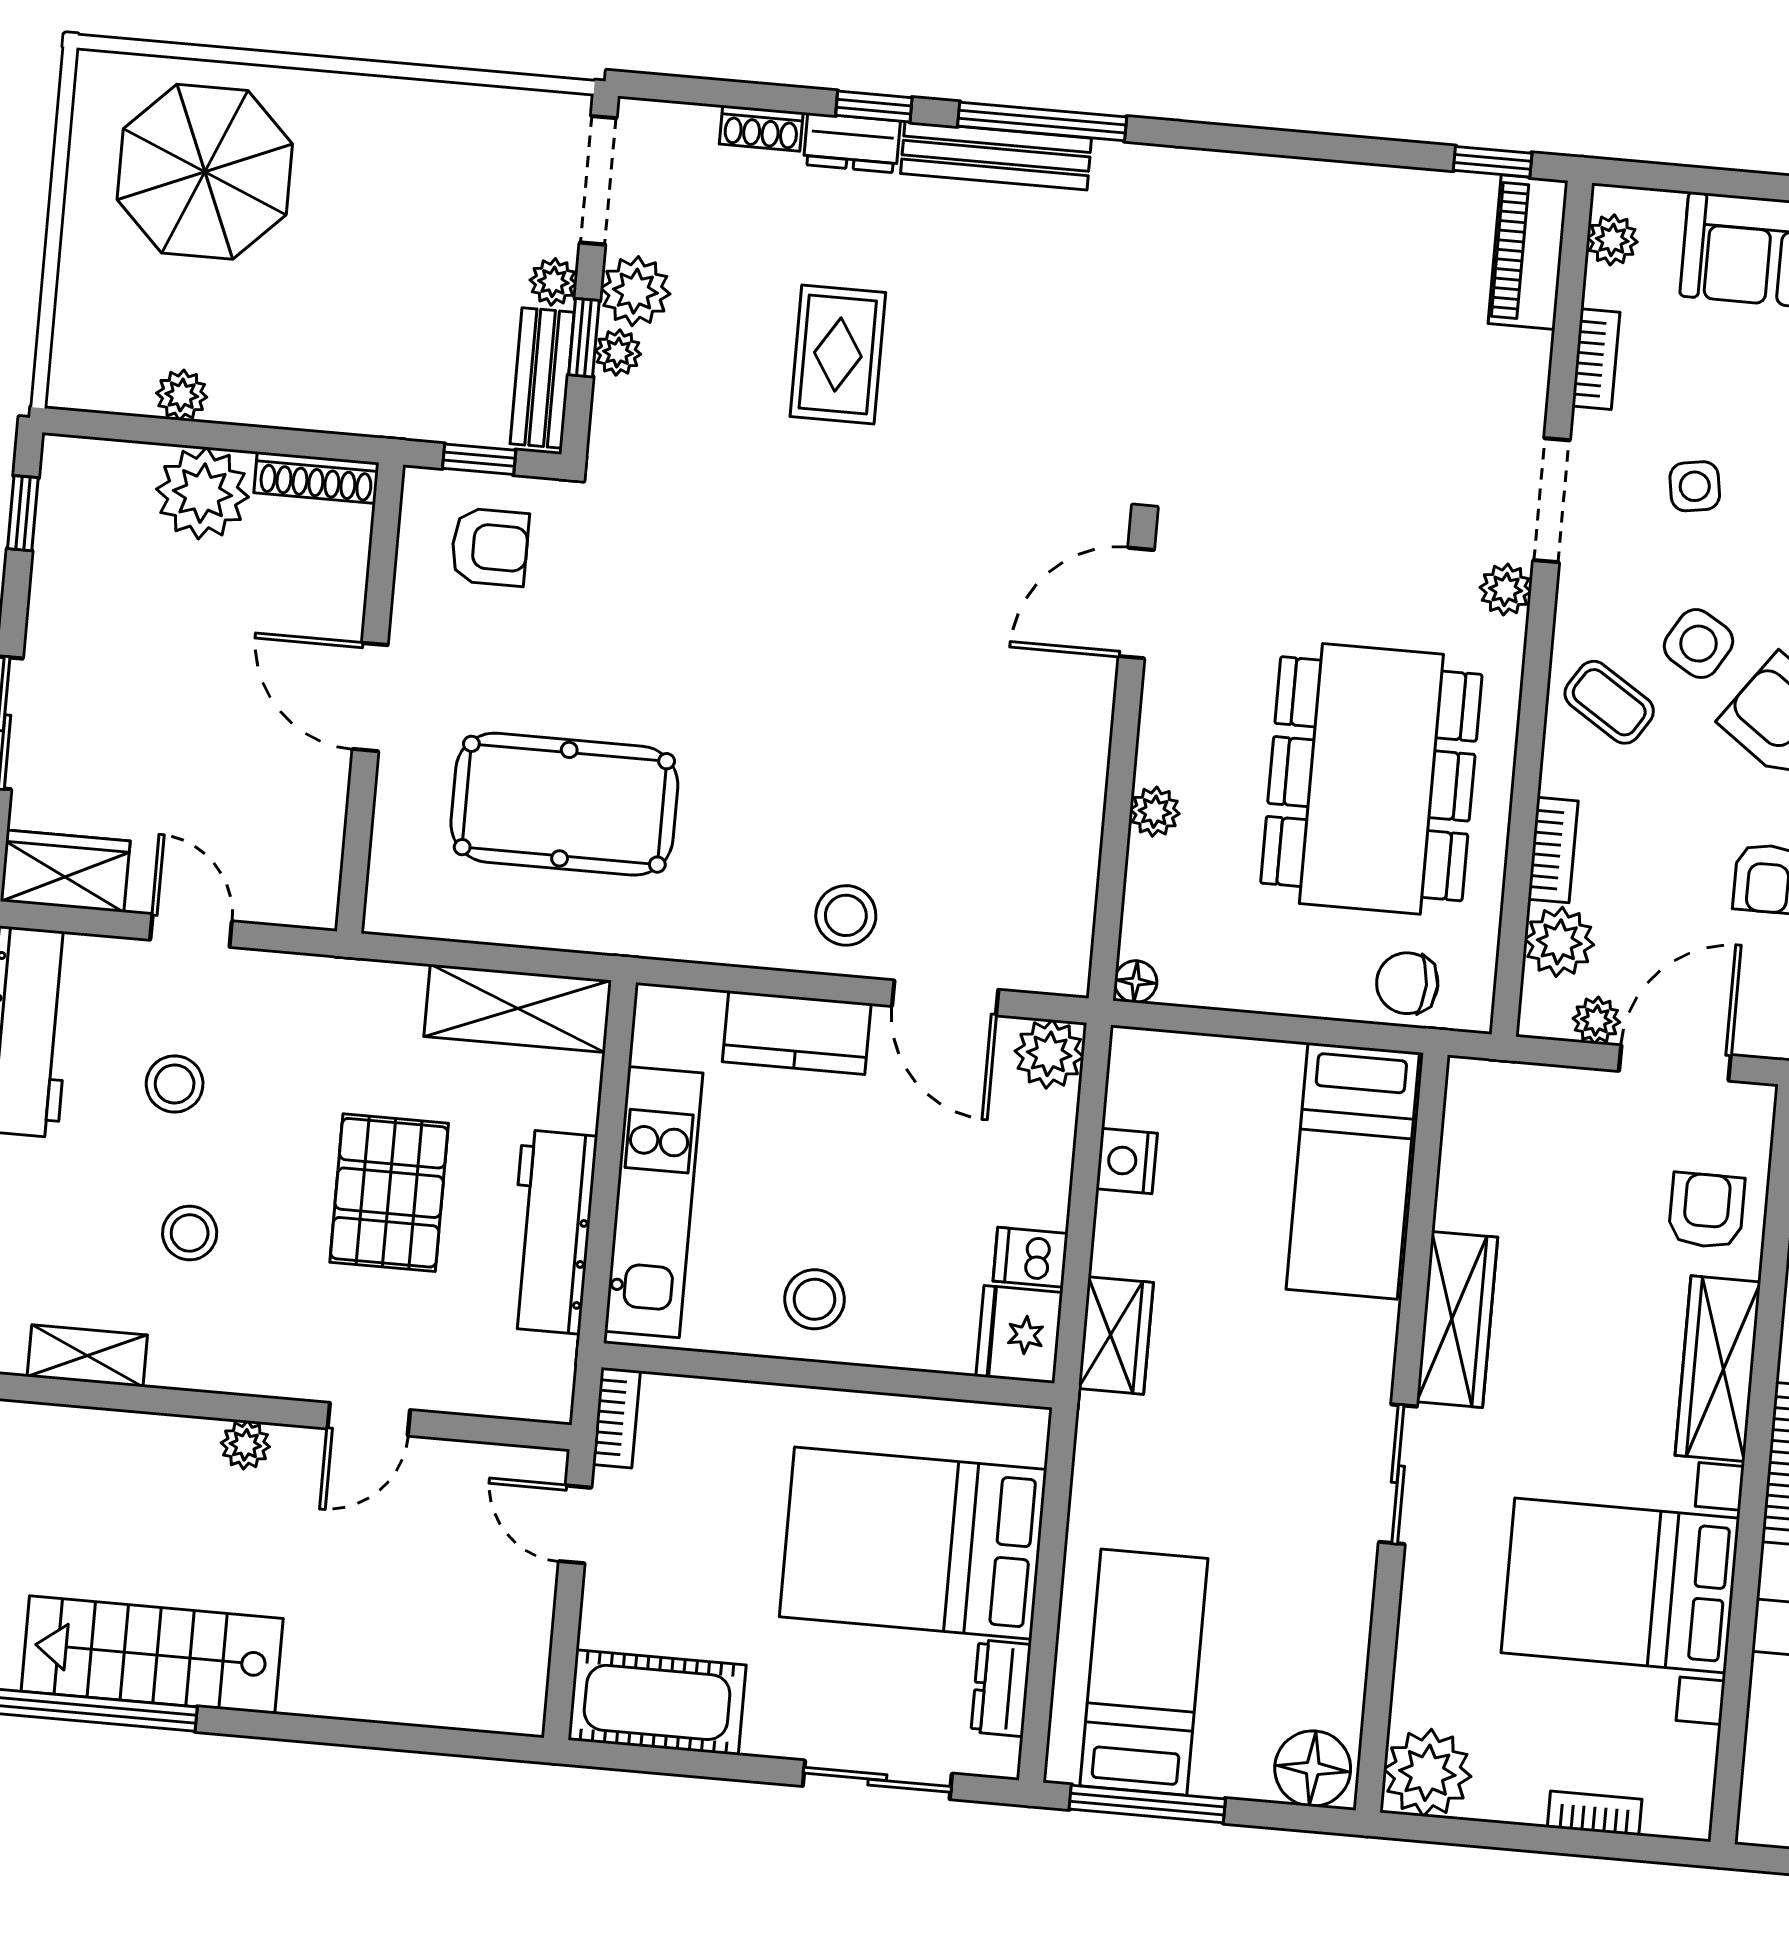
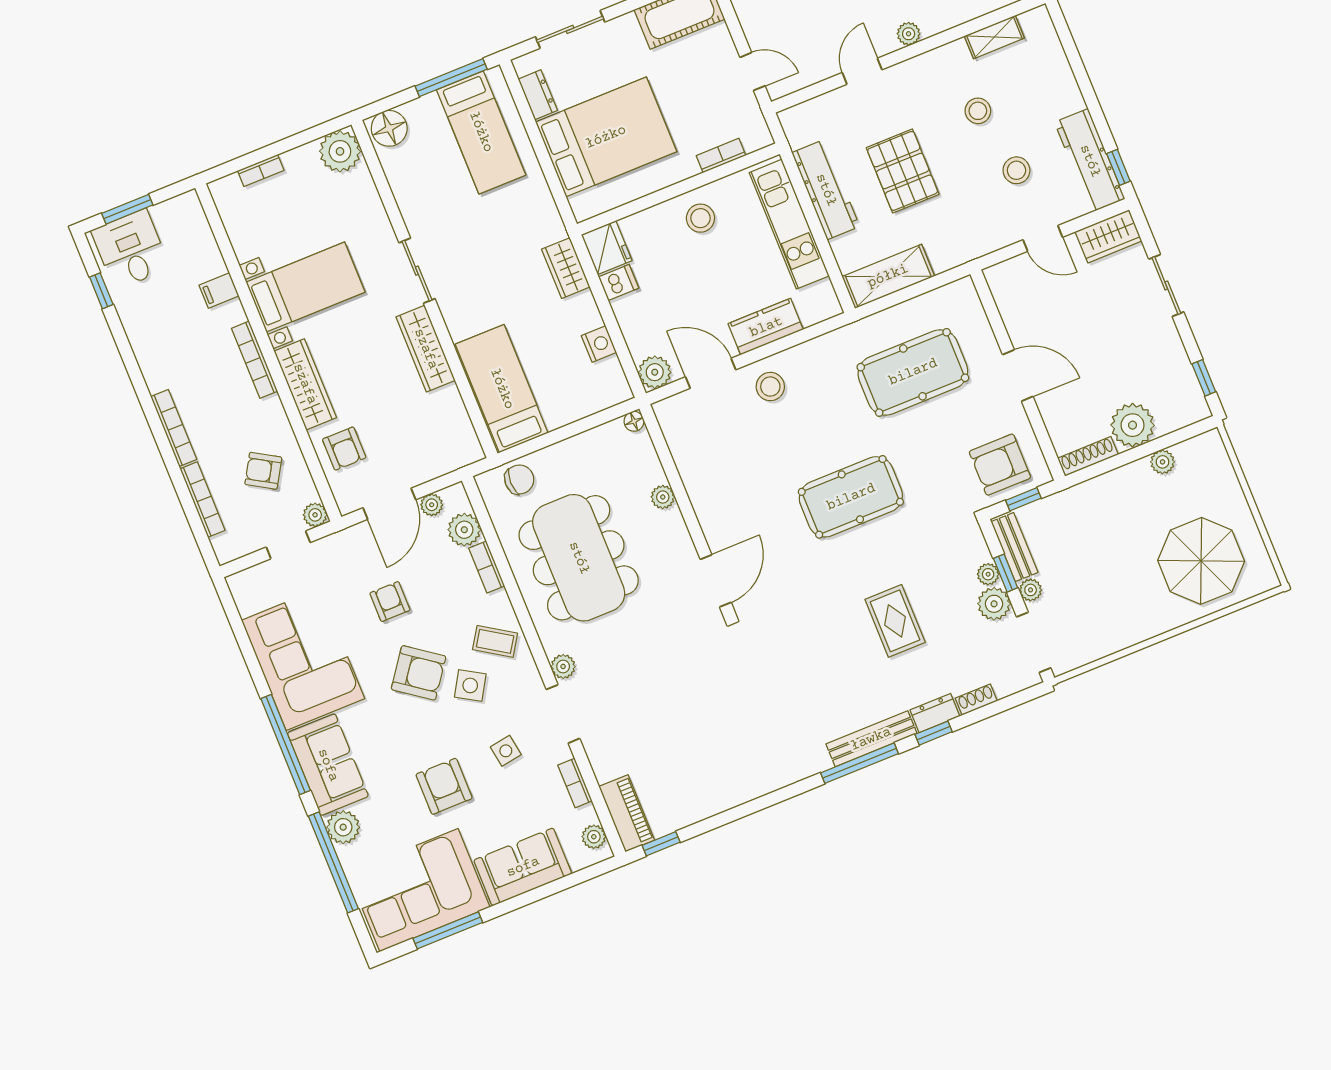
armchair: (490, 547) -> (1000, 465), width x1.38, depth x1.38
pool table: (801, 630) -> (851, 497), added
bookcase: (616, 1418) -> (721, 156), moved, turned 90
bed with nightstands: (1620, 1585) -> (305, 287), width x0.73

